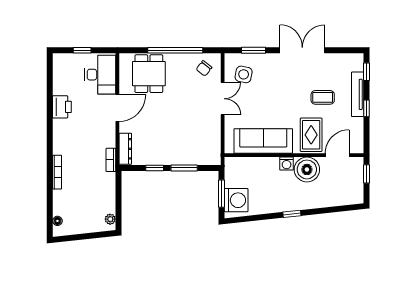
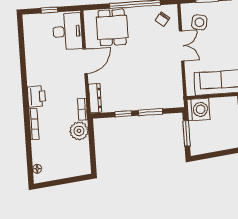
printer: (62, 107) -> (36, 97), moved
washing machine: (236, 200) -> (198, 109), moved
plant: (110, 219) -> (79, 131), moved, width x1.87, depth x1.87

